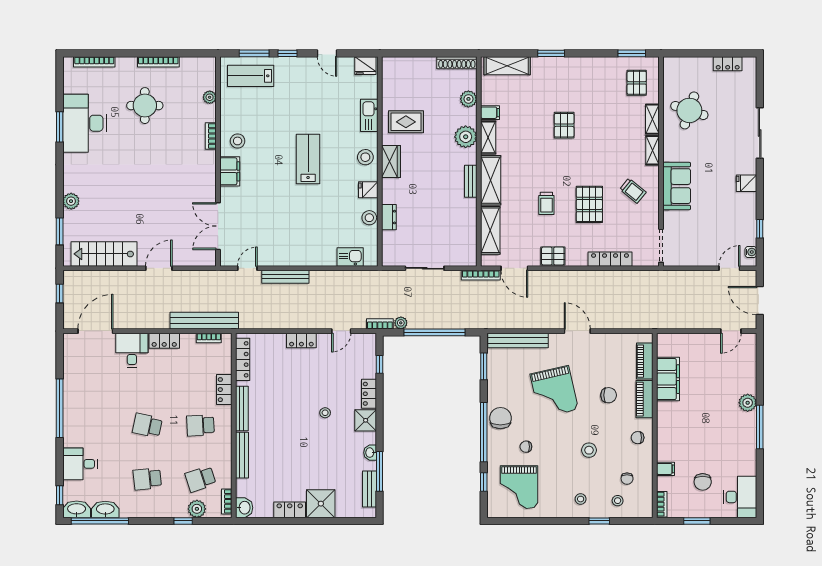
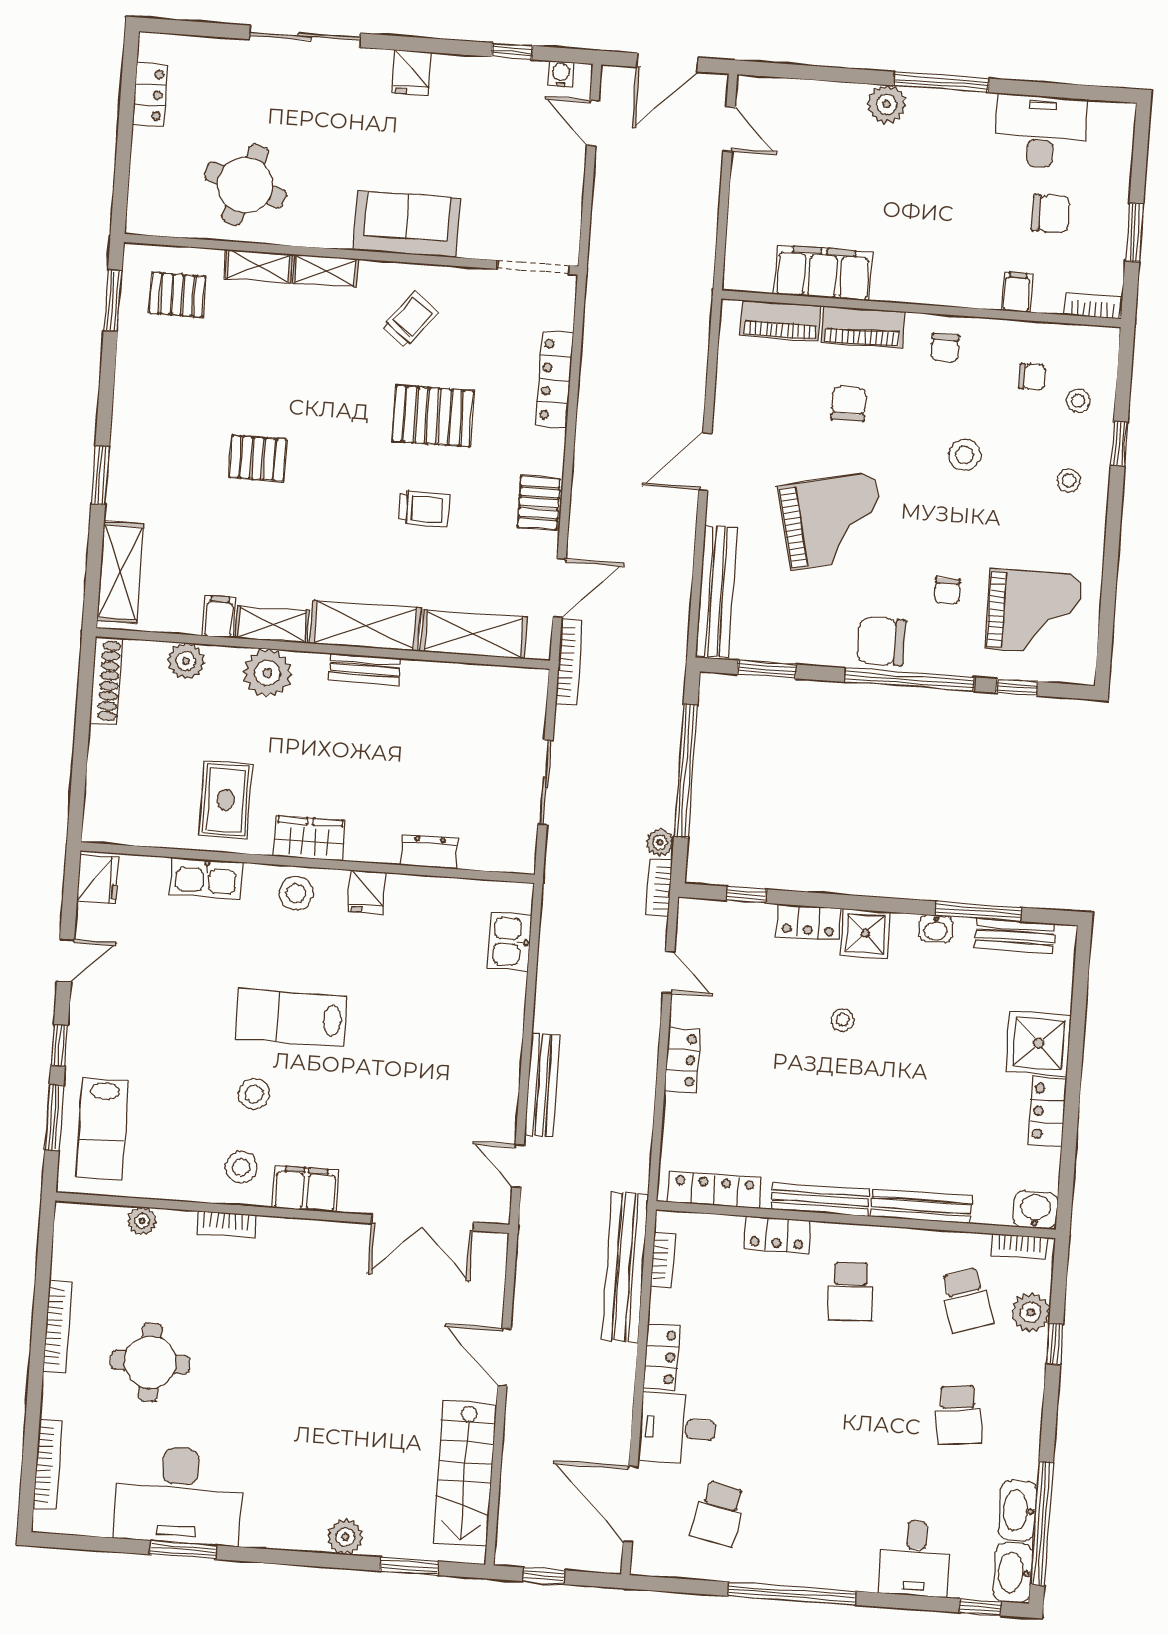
stool: (369, 218) -> (254, 1094), moved
school desk: (147, 425) -> (718, 1513), moved
desk: (740, 497) -> (1041, 132), moved

